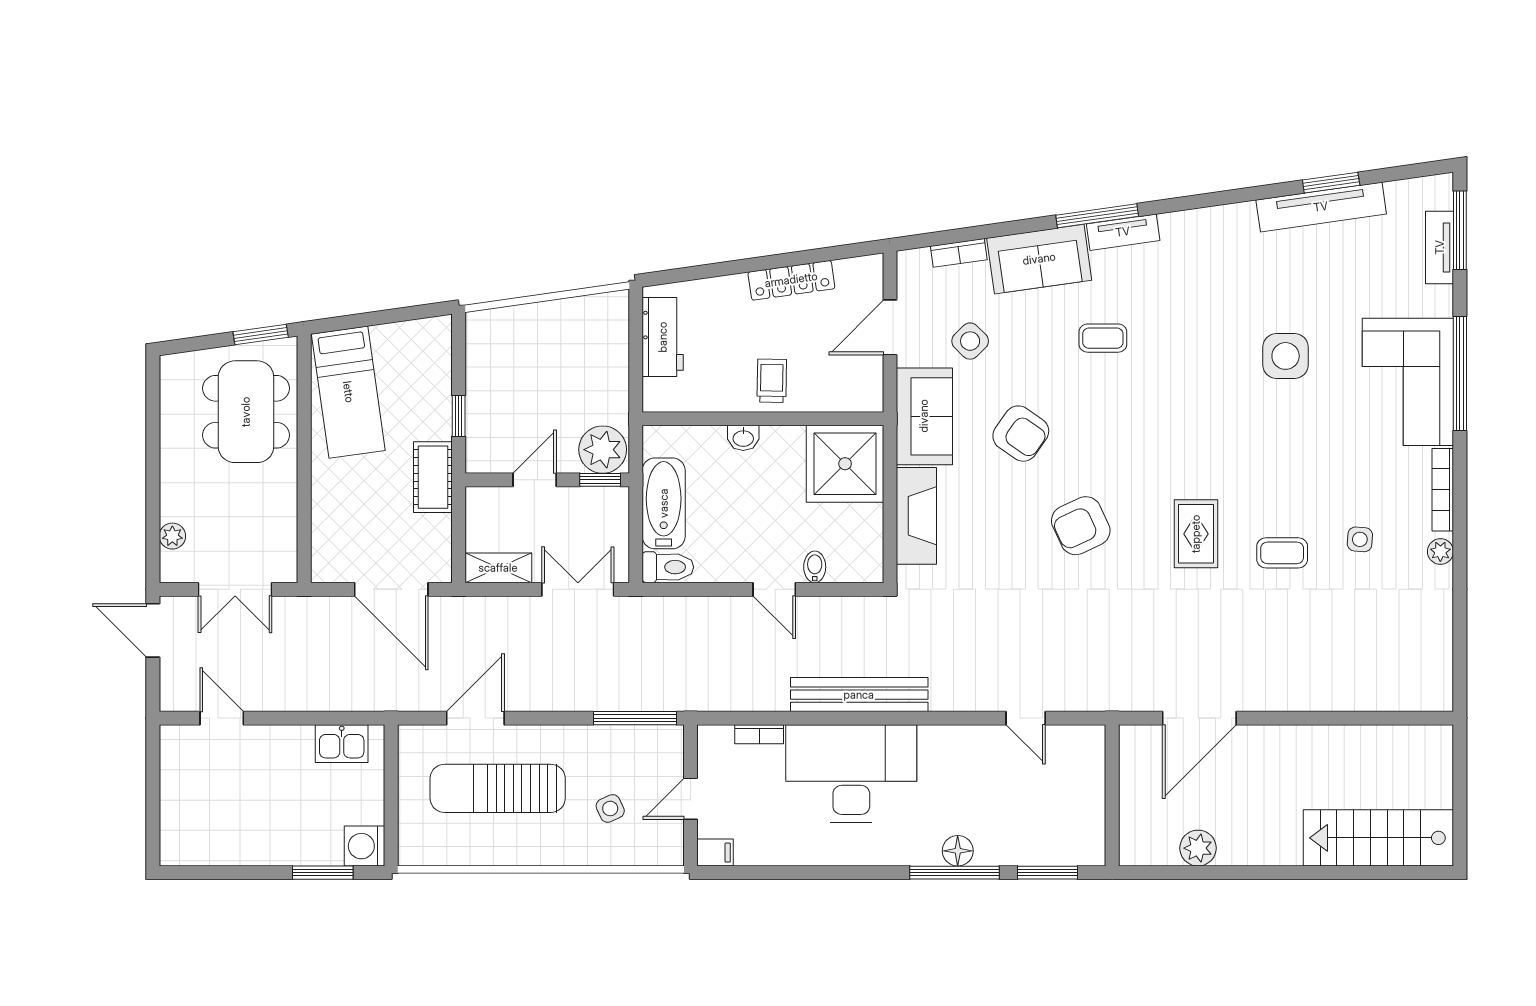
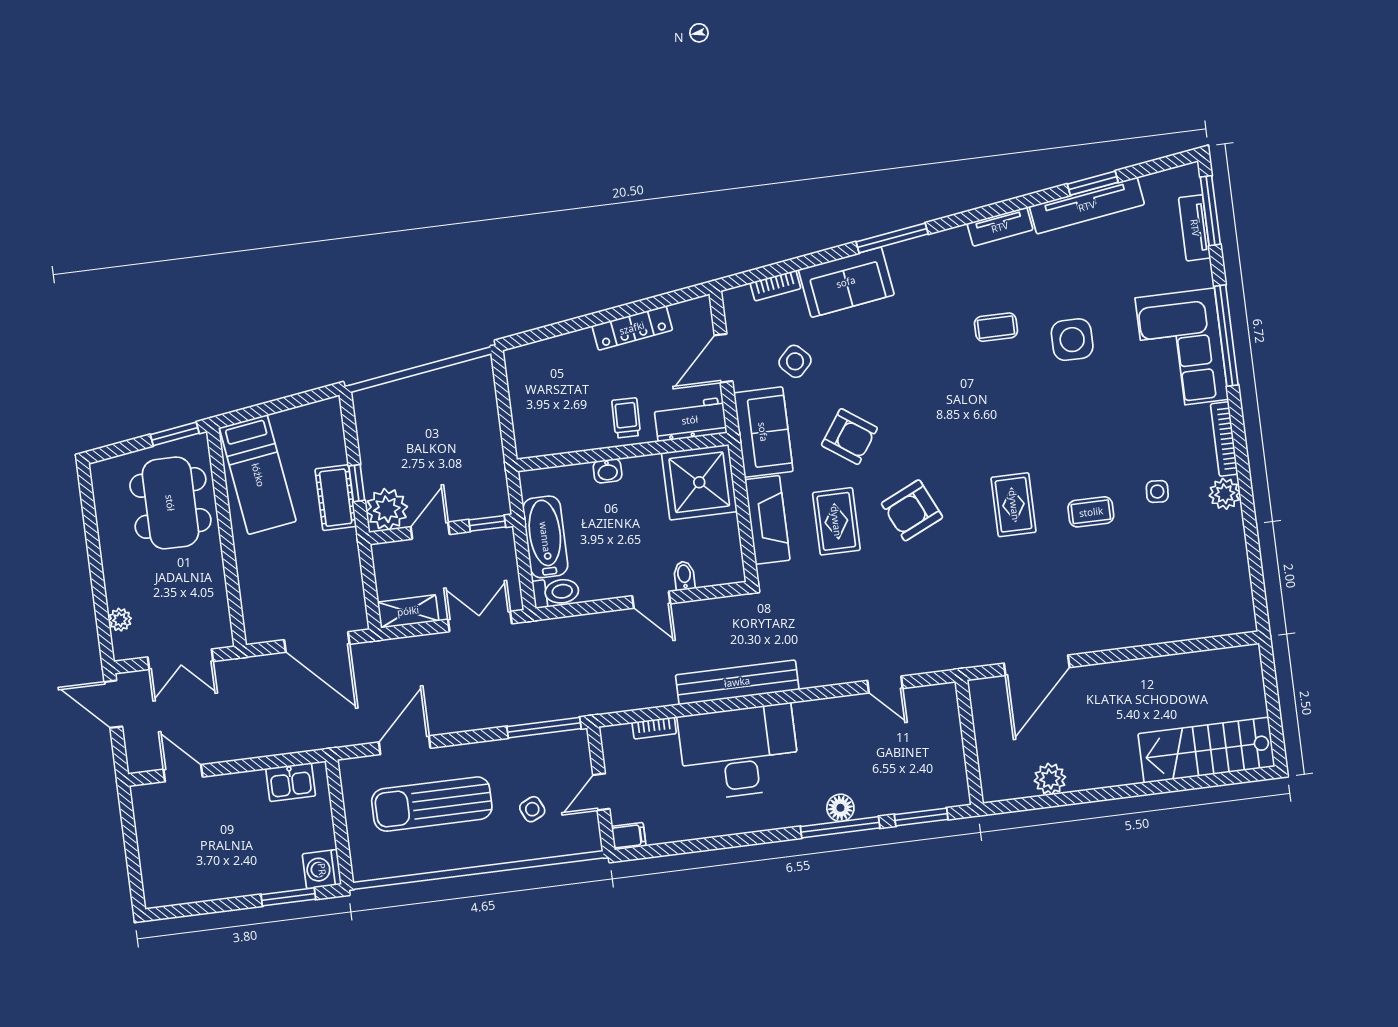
tv unit: (1123, 232) -> (1000, 227), moved
workbench: (663, 337) -> (690, 420), moved, turned -90
coffee table: (1103, 338) -> (996, 327), moved
plant: (603, 450) -> (387, 509), moved
cot: (433, 477) -> (336, 498), moved
rug: (994, 527) -> (836, 521), added
plant: (1440, 552) -> (1225, 494), width x1.38, depth x1.38

